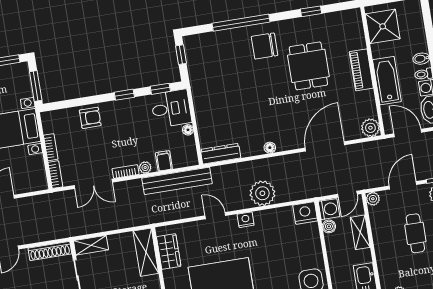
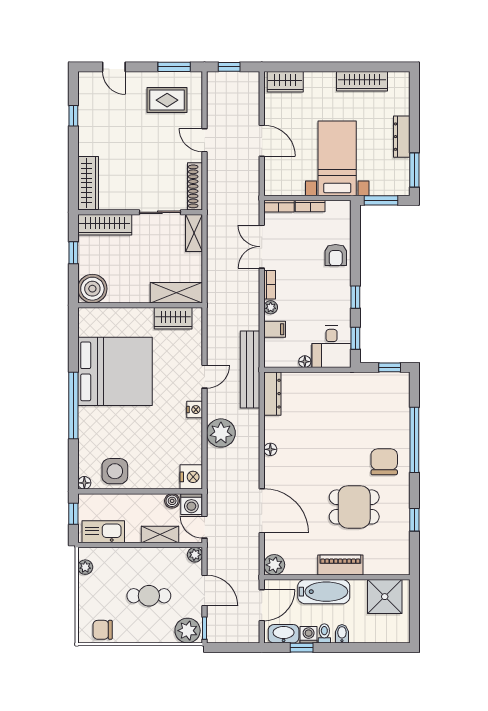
bench: (177, 181) -> (250, 370), moved

